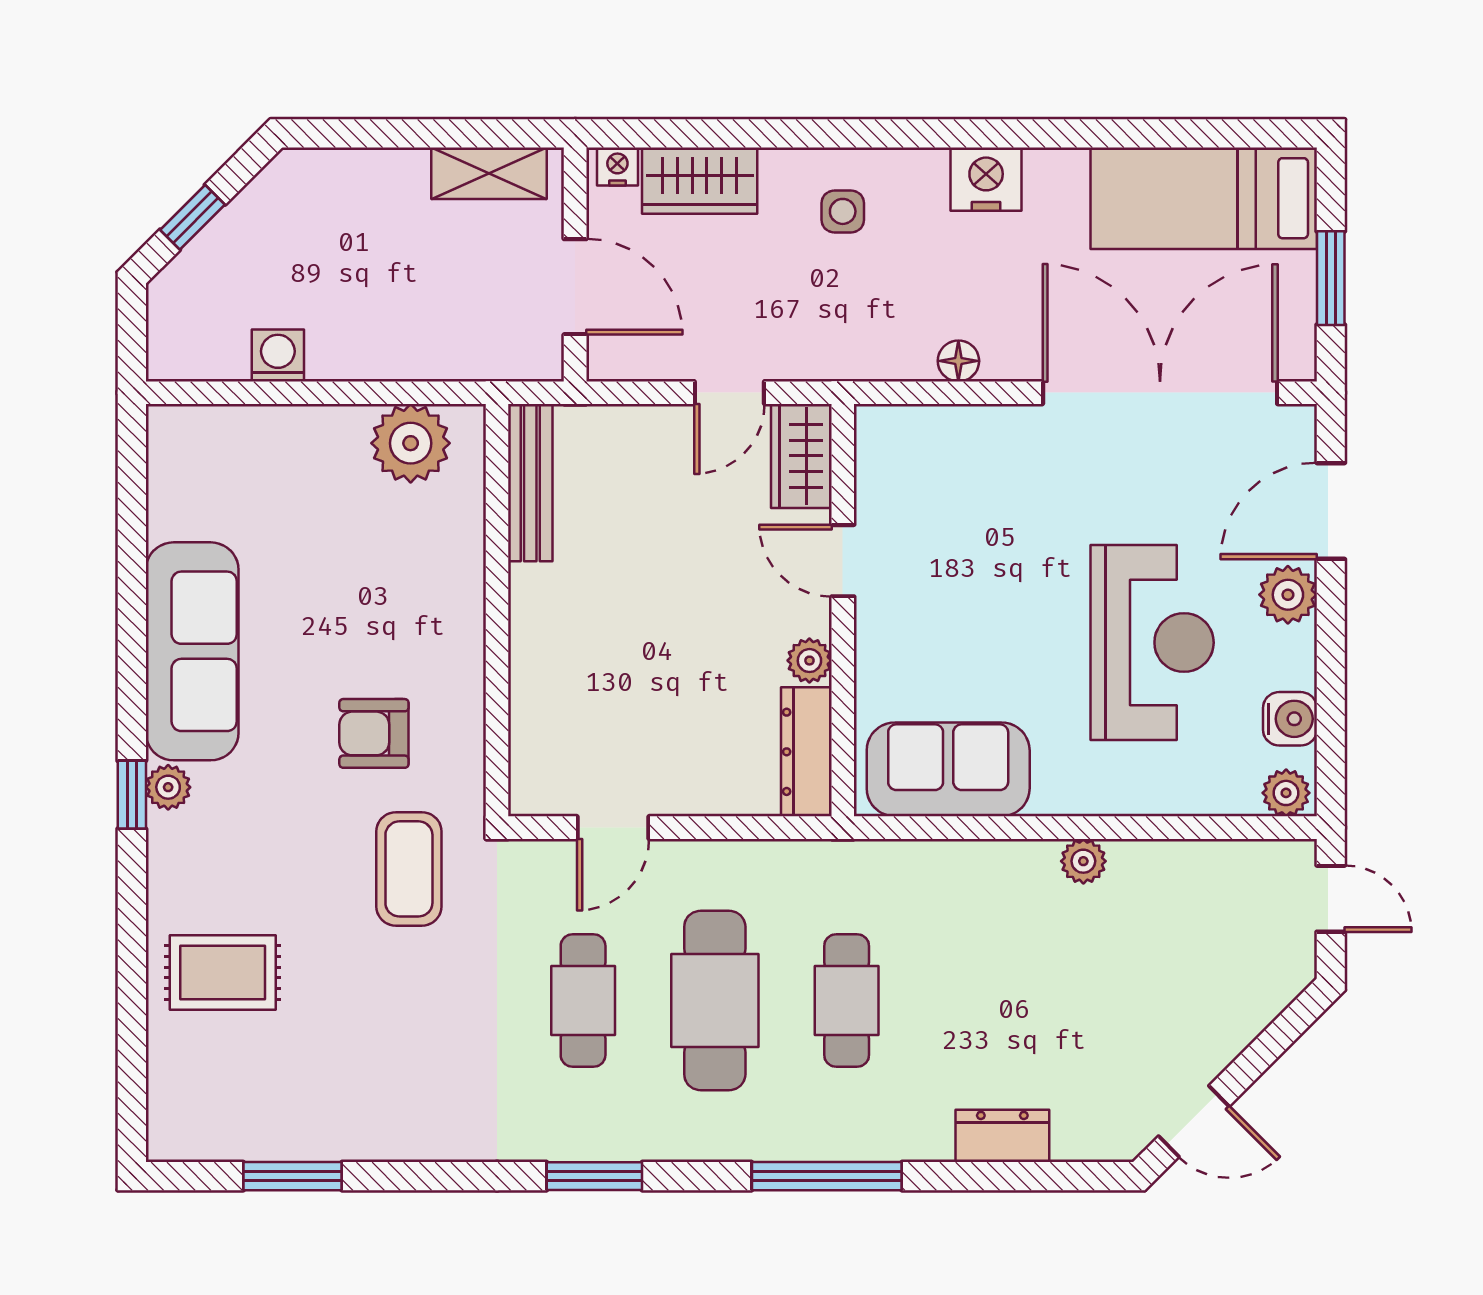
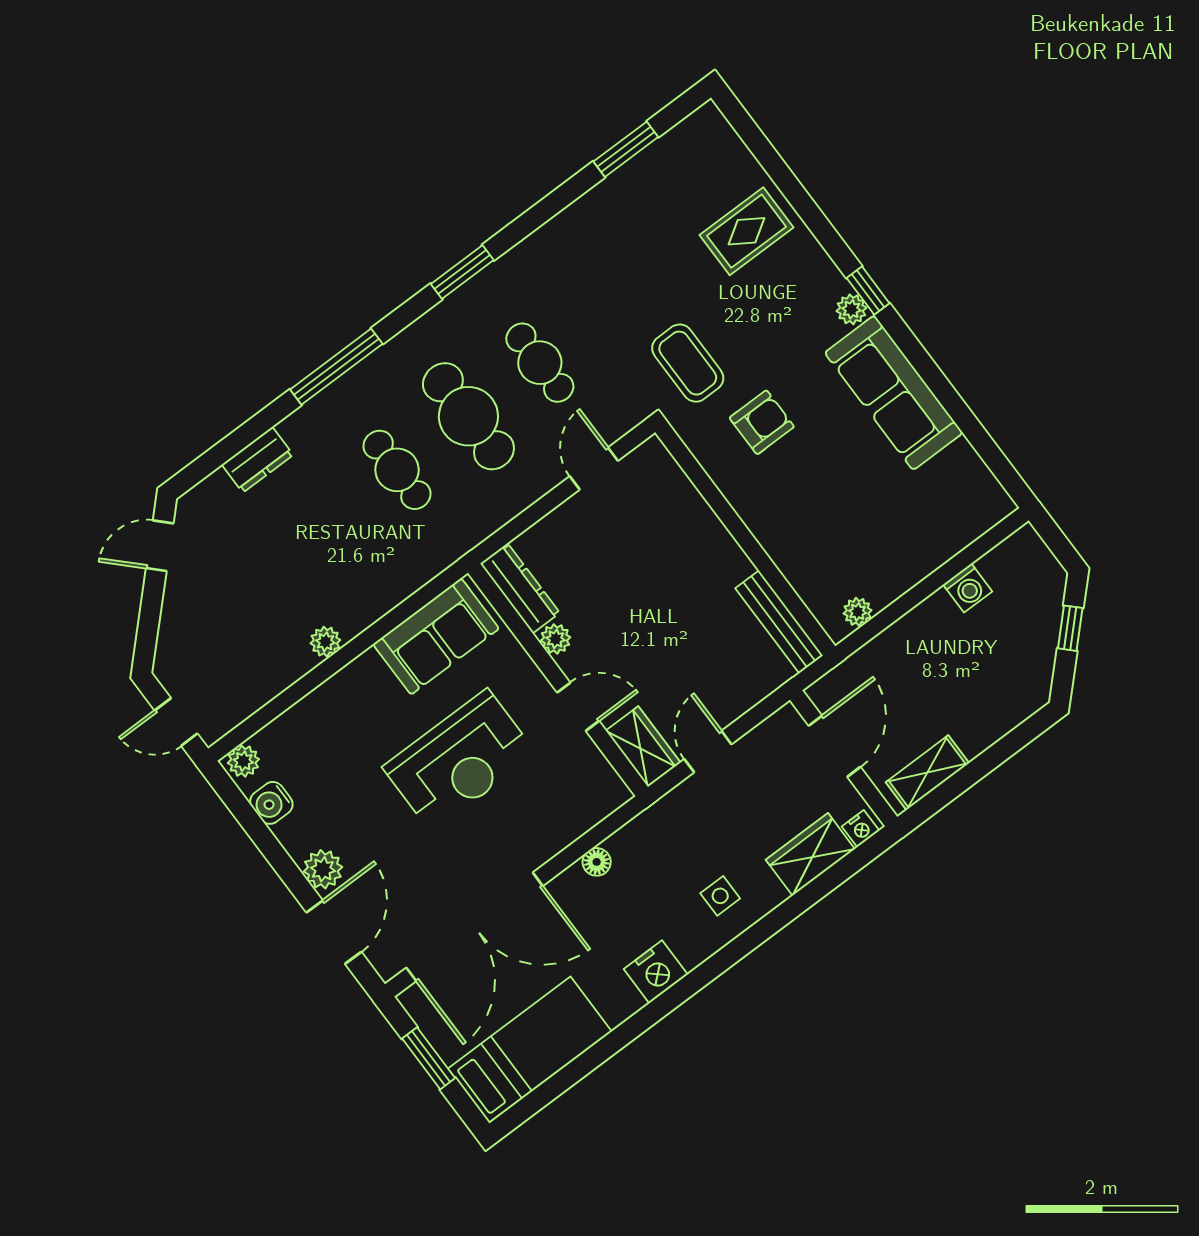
door: (575, 287) -> (835, 746), swing flipped
plant: (411, 443) -> (858, 612), width x0.53, depth x0.53
reception desk: (1152, 643) -> (459, 760), moved, turned -90

